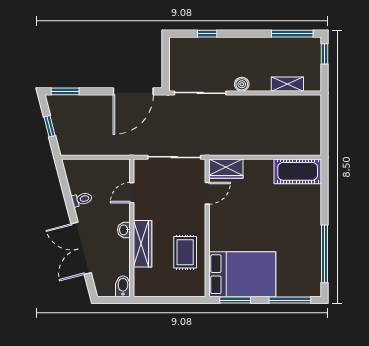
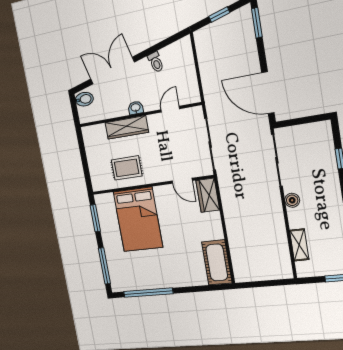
door: (132, 193) -> (170, 109), hinge flipped
bed: (242, 274) -> (138, 219), moved
bidet: (123, 286) -> (84, 99), moved

